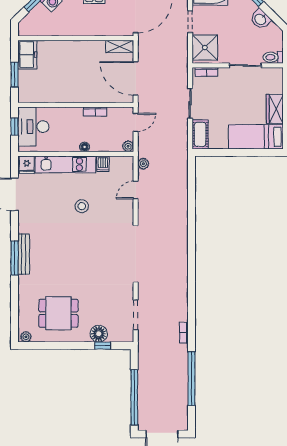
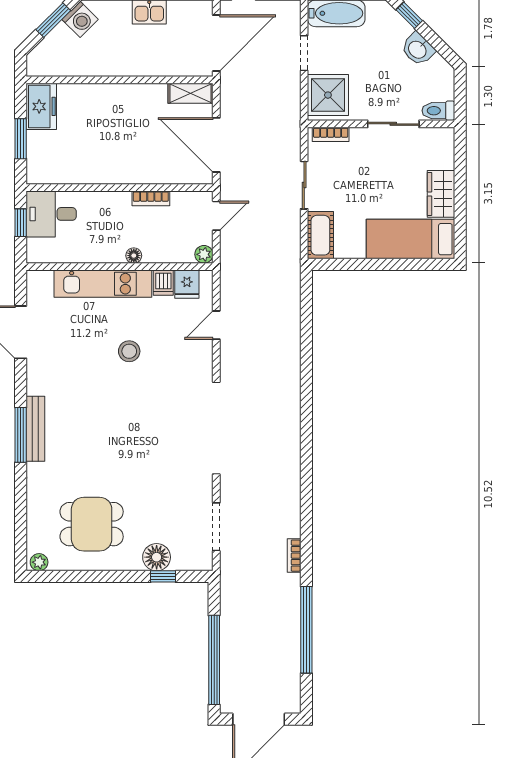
desk: (33, 127) -> (51, 214), width x0.73
plant: (143, 164) -> (229, 283), removed
fridge: (27, 165) -> (187, 284), moved

